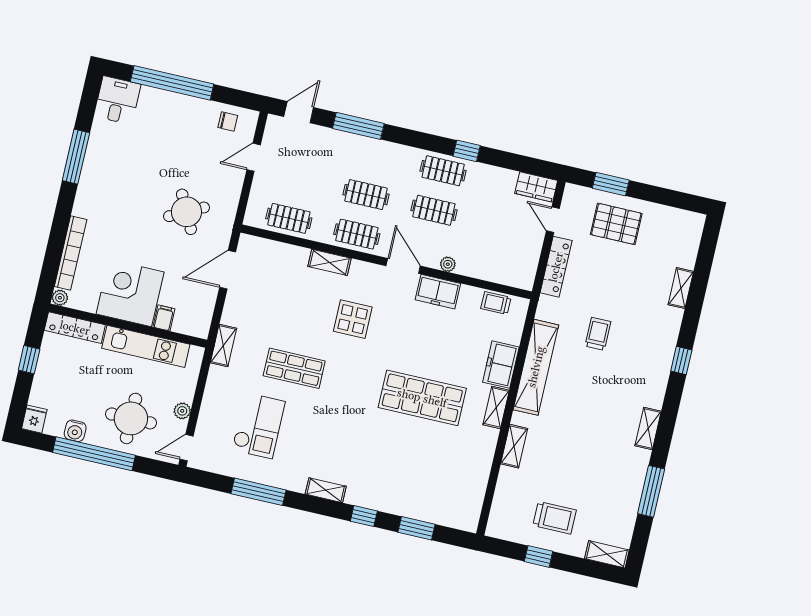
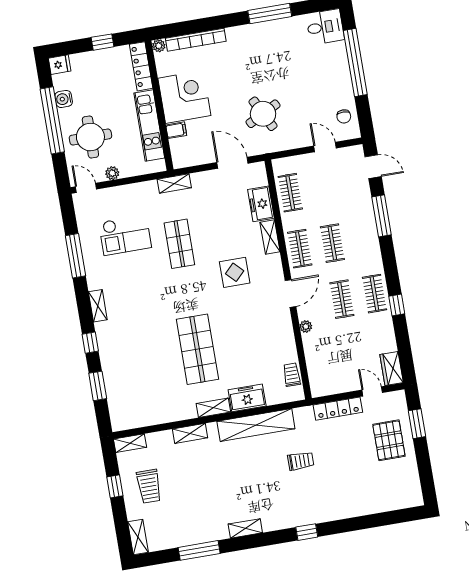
door: (553, 220) -> (372, 391), hinge flipped
shelving: (681, 288) -> (130, 443), moved
freezer: (438, 292) -> (261, 204), moved

